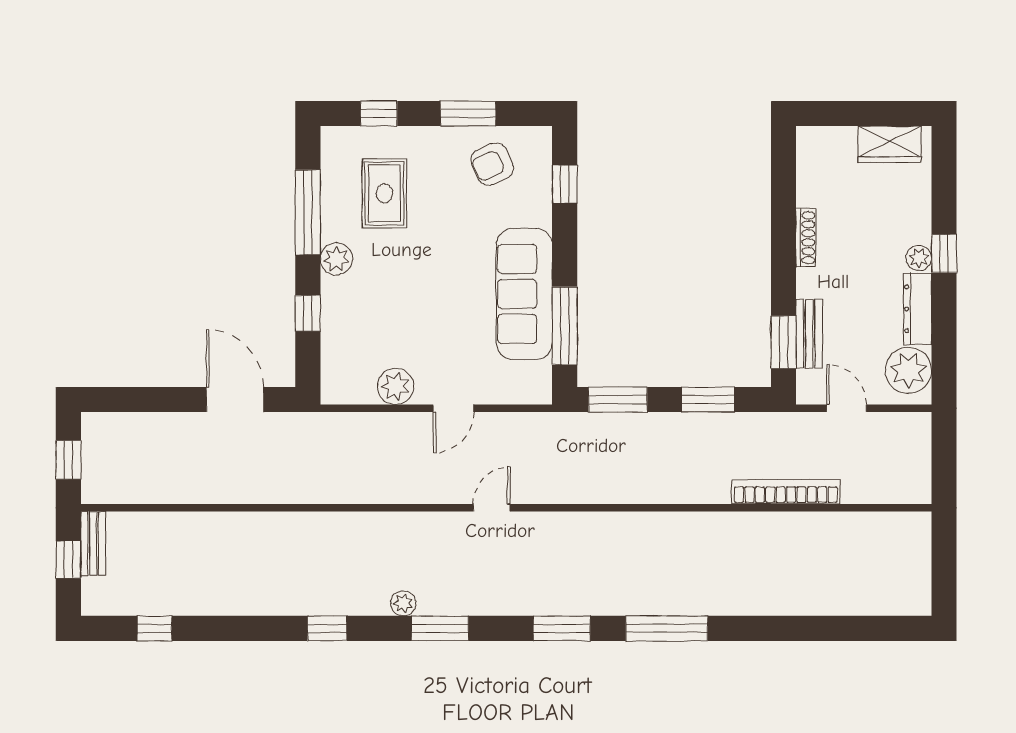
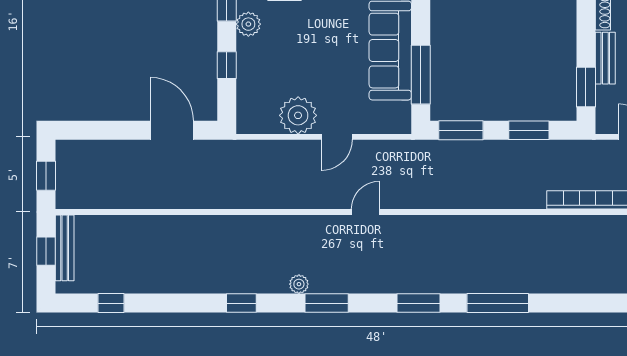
bench: (809, 334) -> (605, 58), moved
plant: (396, 386) -> (298, 115), width x1.36, depth x1.36
bench: (93, 544) -> (65, 248), width x1.36

